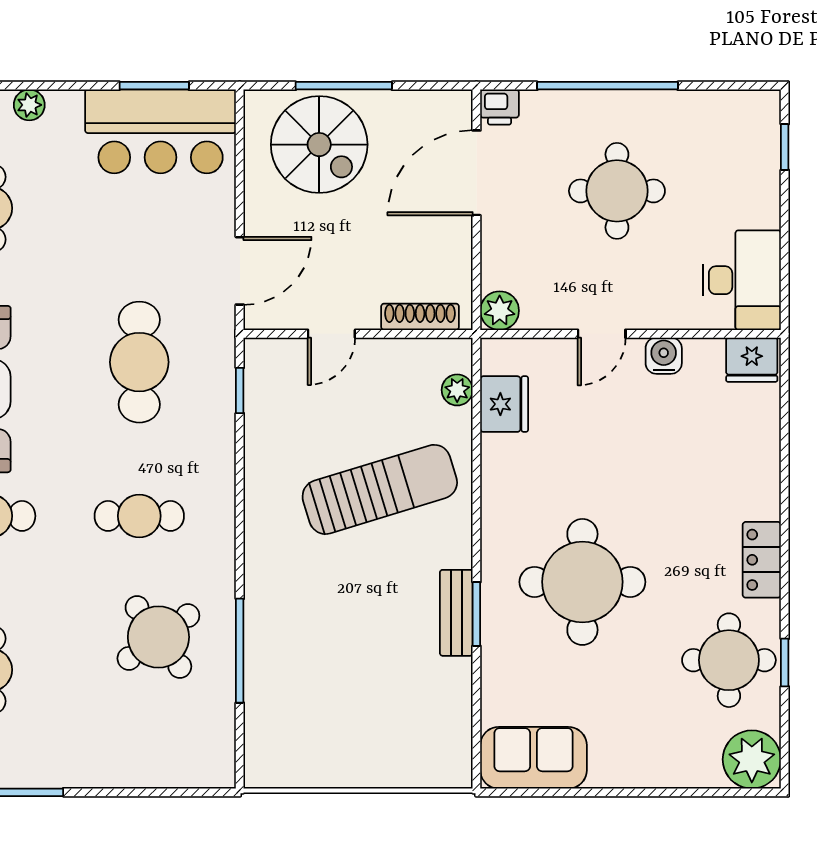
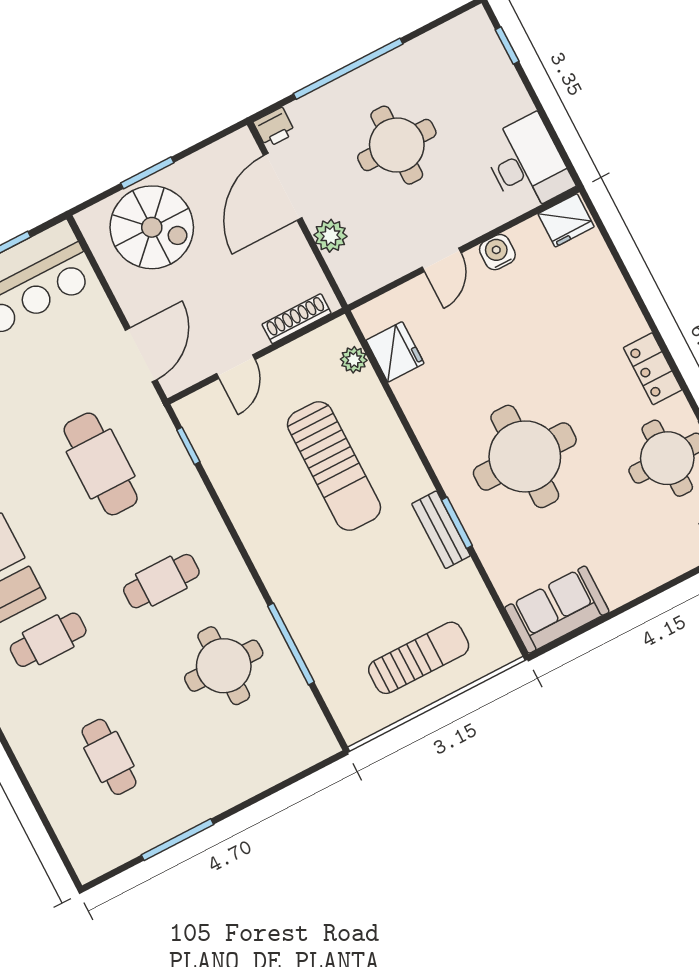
window: (344, 86) -> (147, 173), width x0.69
plant: (500, 311) -> (330, 236), moved
sun lounger: (380, 489) -> (334, 466), turned 107
round table: (158, 637) -> (224, 666), turned 36
sun lounger: (364, 733) -> (419, 658), added

